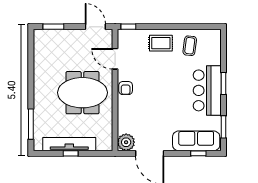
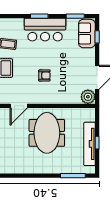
armchair: (126, 88) -> (44, 75), moved
sofa: (196, 141) -> (87, 34), width x0.73

